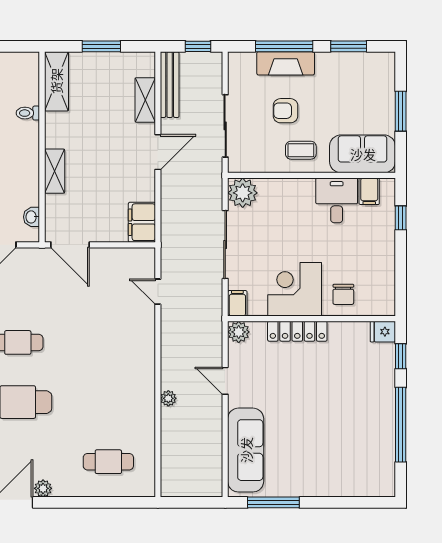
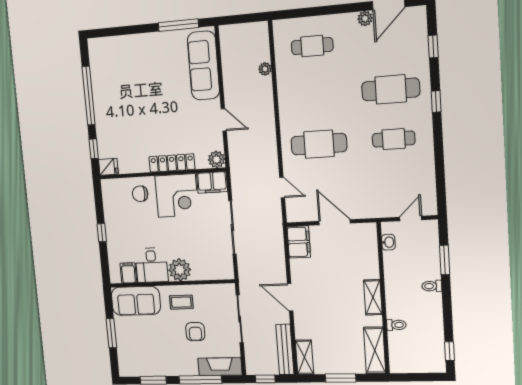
fireplace: (286, 63) -> (220, 367), moved
shelving: (145, 100) -> (304, 357), moved
armchair: (286, 111) -> (195, 332), turned 90
door: (158, 152) -> (290, 297), hinge flipped
shelving: (55, 171) -> (373, 297), moved
plant: (243, 193) -> (180, 270), moved
window: (401, 218) -> (102, 233), moved
door: (70, 245) -> (334, 222), moved
chair: (343, 294) -> (140, 194), turned -90
filing cabinet: (237, 303) -> (212, 182), width x2.00
cafe table: (108, 342) -> (319, 144), added
plant: (168, 398) -> (265, 69), moved

